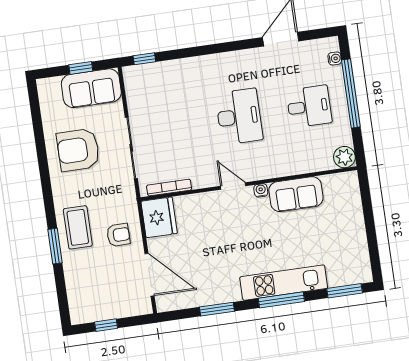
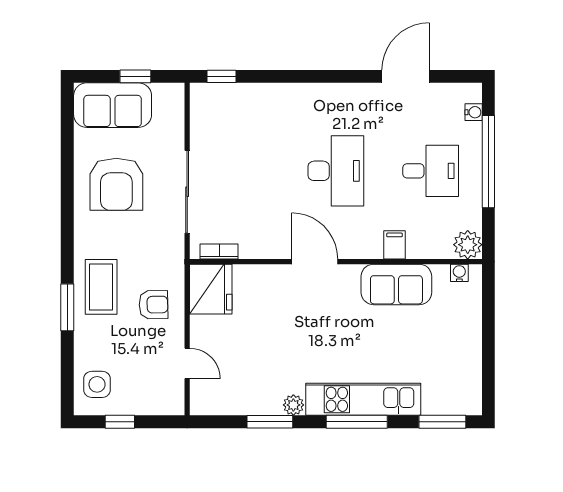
sofa: (91, 88) -> (113, 105), moved
armchair: (78, 150) -> (116, 184), turned -90
filing cabinet: (290, 165) -> (394, 245), added
door: (233, 186) -> (315, 262), width x1.38
bookcase: (169, 188) -> (219, 252), width x0.64
water cooler: (261, 190) -> (459, 273), moved
door: (150, 275) -> (187, 363), width x0.53
plant: (233, 294) -> (293, 405), added
side table: (85, 300) -> (97, 384), added

